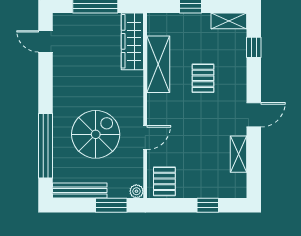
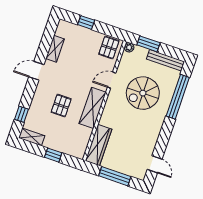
shelving: (158, 64) -> (93, 108), moved

